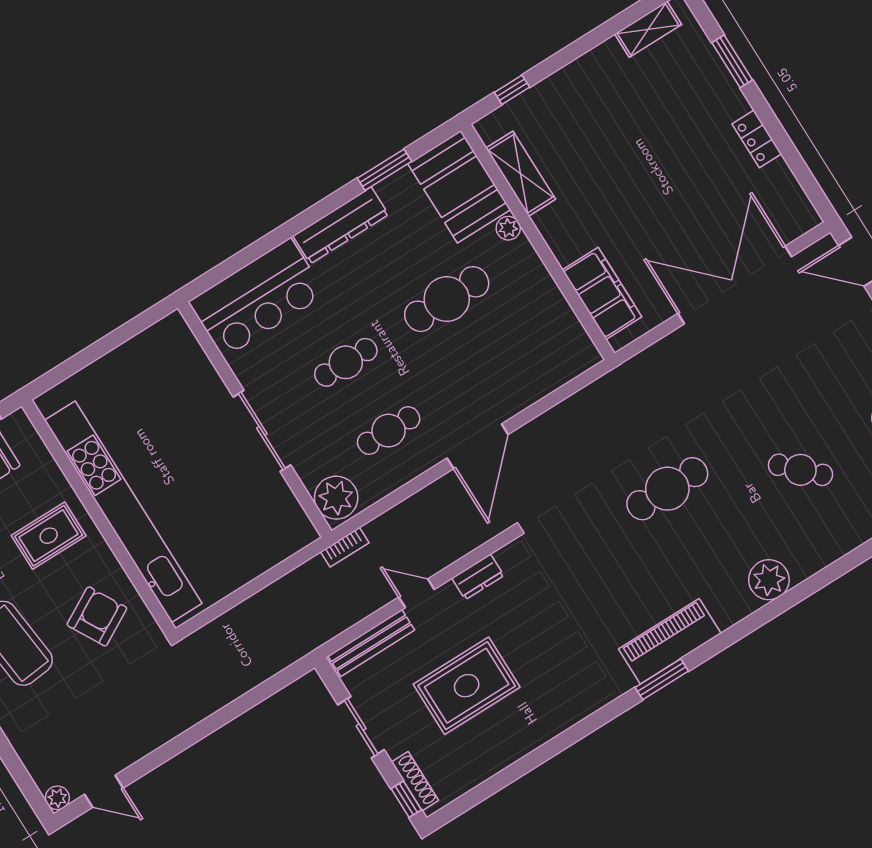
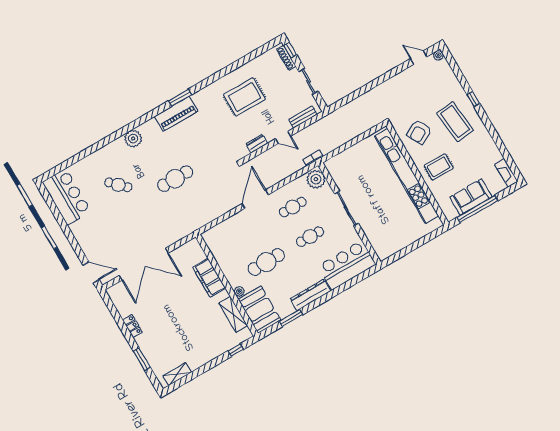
filing cabinet: (602, 293) -> (209, 278), moved
bench: (371, 643) -> (303, 117), width x0.73
rug: (467, 686) -> (244, 97), moved

